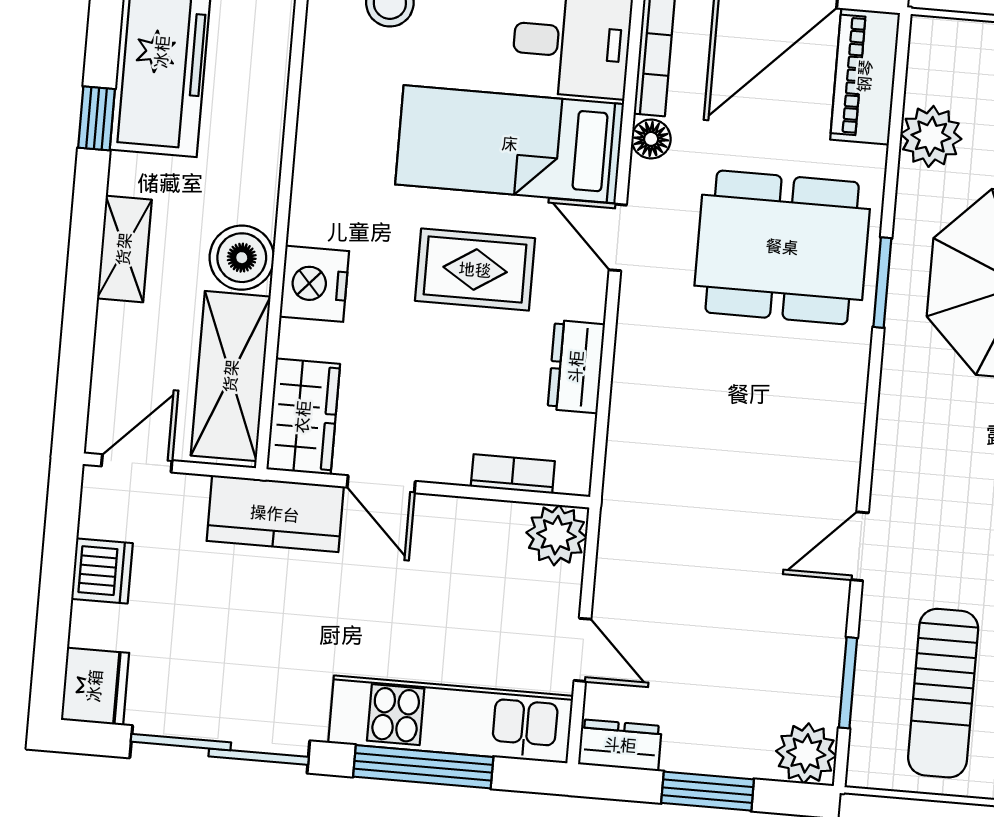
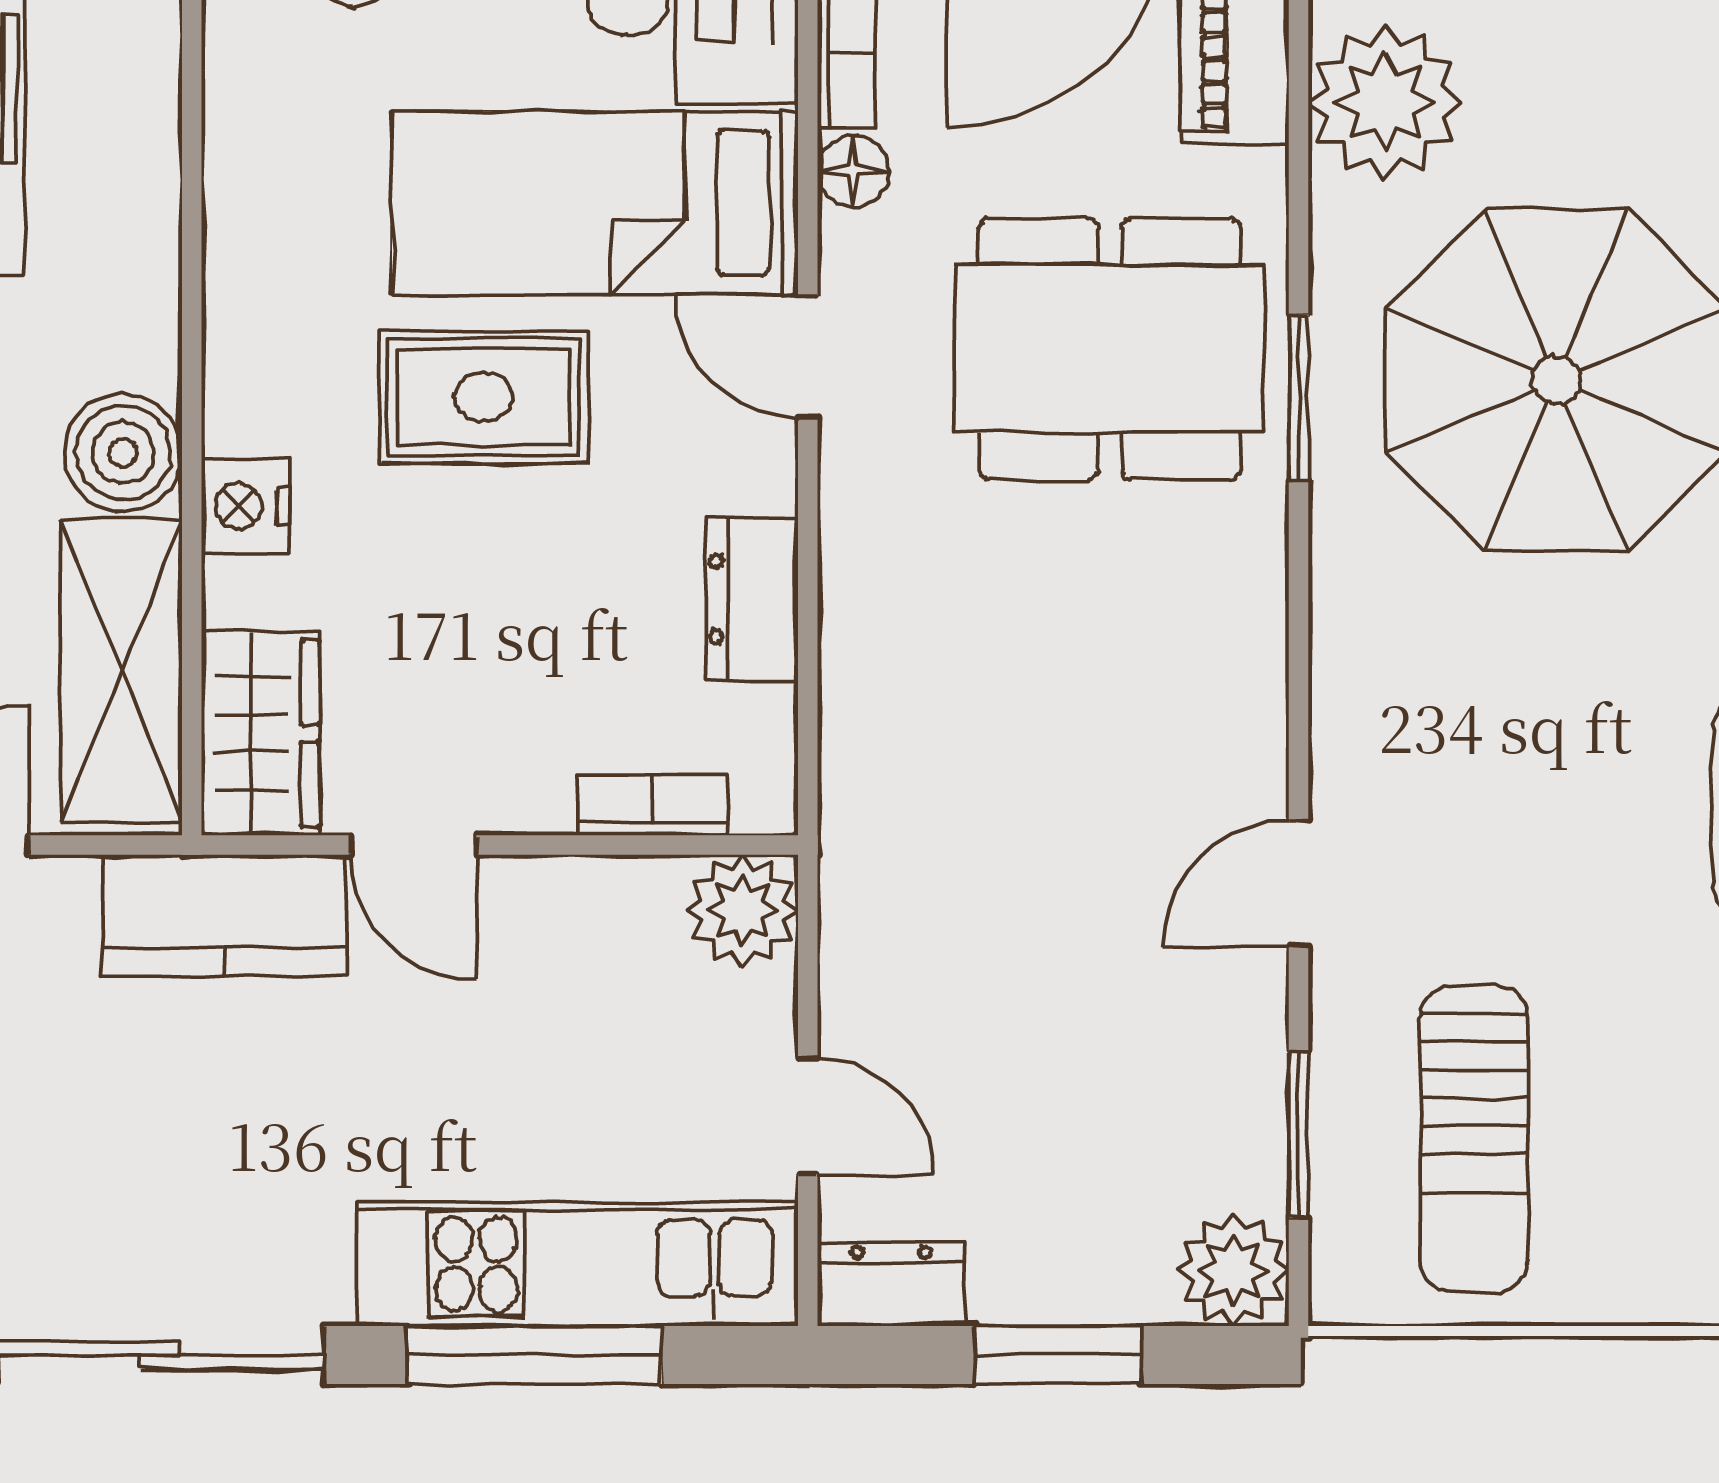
plant: (931, 136) -> (1385, 102), width x1.36, depth x1.36
rug: (475, 270) -> (483, 397), moved
nightstand: (314, 284) -> (246, 506), width x0.74, depth x0.75

